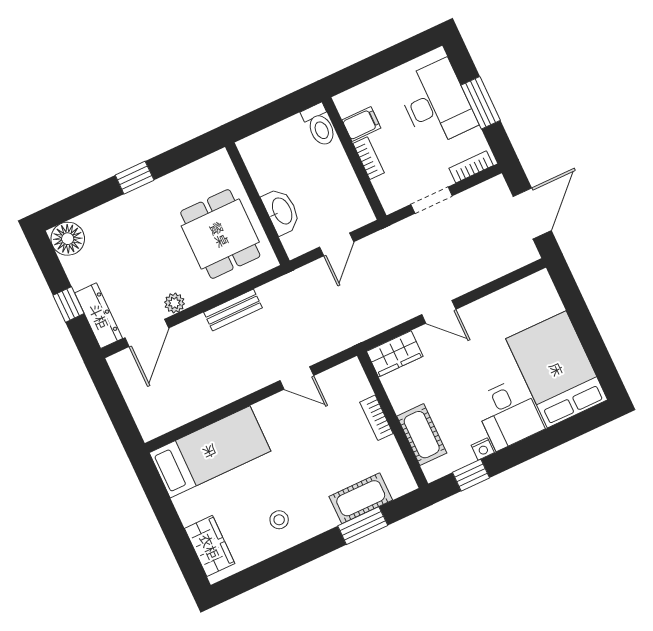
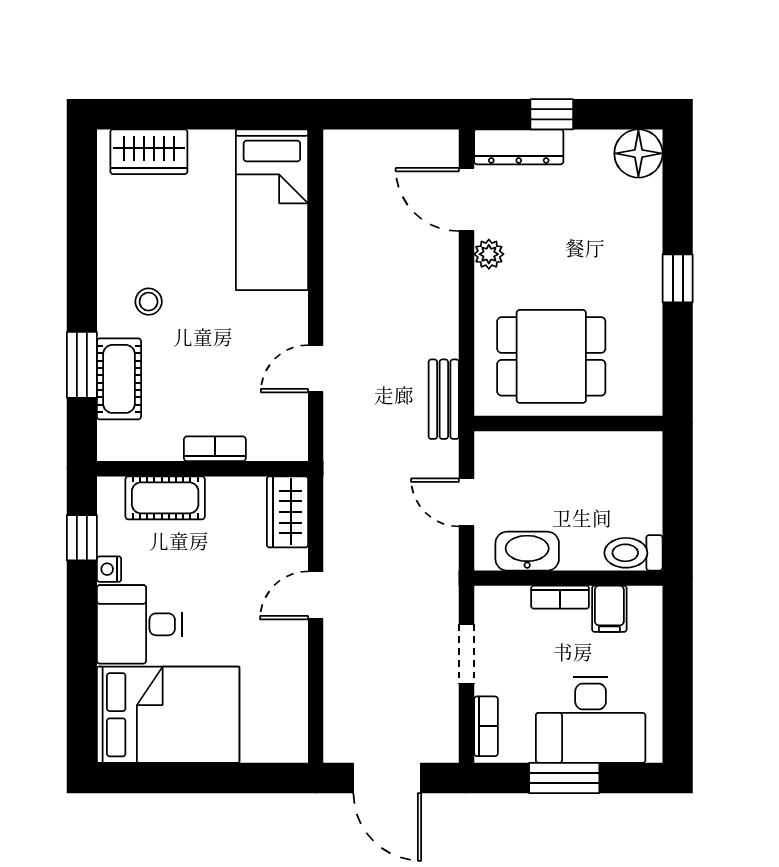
washbasin: (281, 211) -> (527, 551), moved, turned 180
bench: (233, 310) -> (444, 399), moved
stool: (279, 520) -> (149, 302), moved

